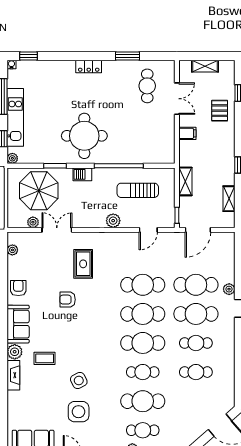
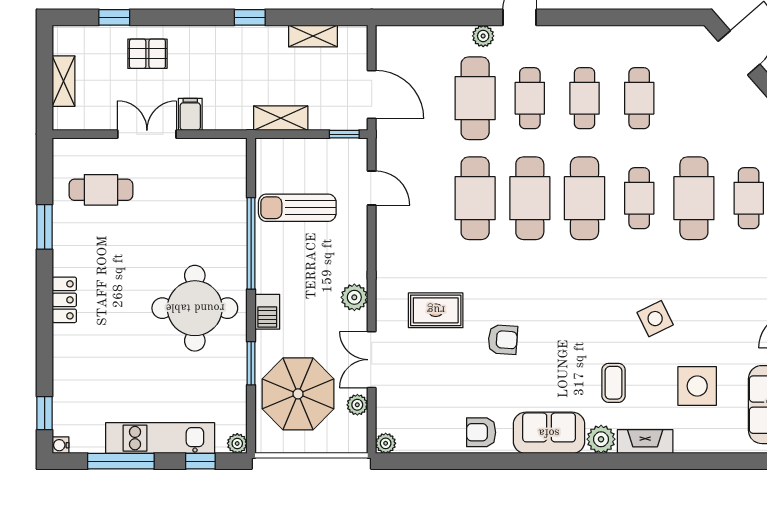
double door: (177, 99) -> (147, 134), moved
sun lounger: (138, 190) -> (297, 208), turned 90
plant: (113, 221) -> (354, 297), moved
plant: (12, 250) -> (386, 443), moved
armchair: (68, 300) -> (503, 340), turned -86
cafe table: (196, 314) -> (530, 98), width x0.73, depth x0.74
side table: (79, 412) -> (697, 386), moved

